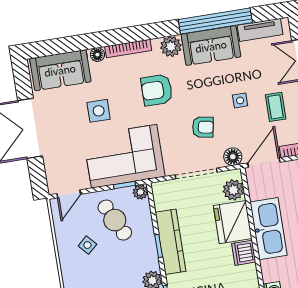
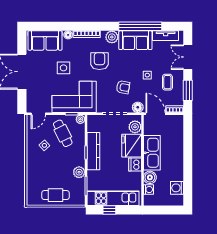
armchair: (157, 90) -> (99, 61), turned 90
door: (264, 163) -> (155, 114), hinge flipped
boiler: (272, 270) -> (150, 177), added

